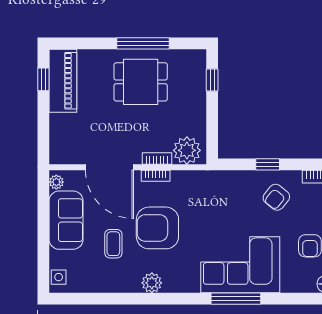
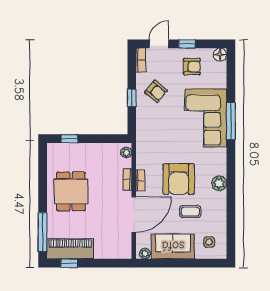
window: (143, 43) -> (43, 232), moved
plant: (187, 150) -> (126, 153), width x0.53, depth x0.53
side table: (59, 277) -> (209, 242), moved

